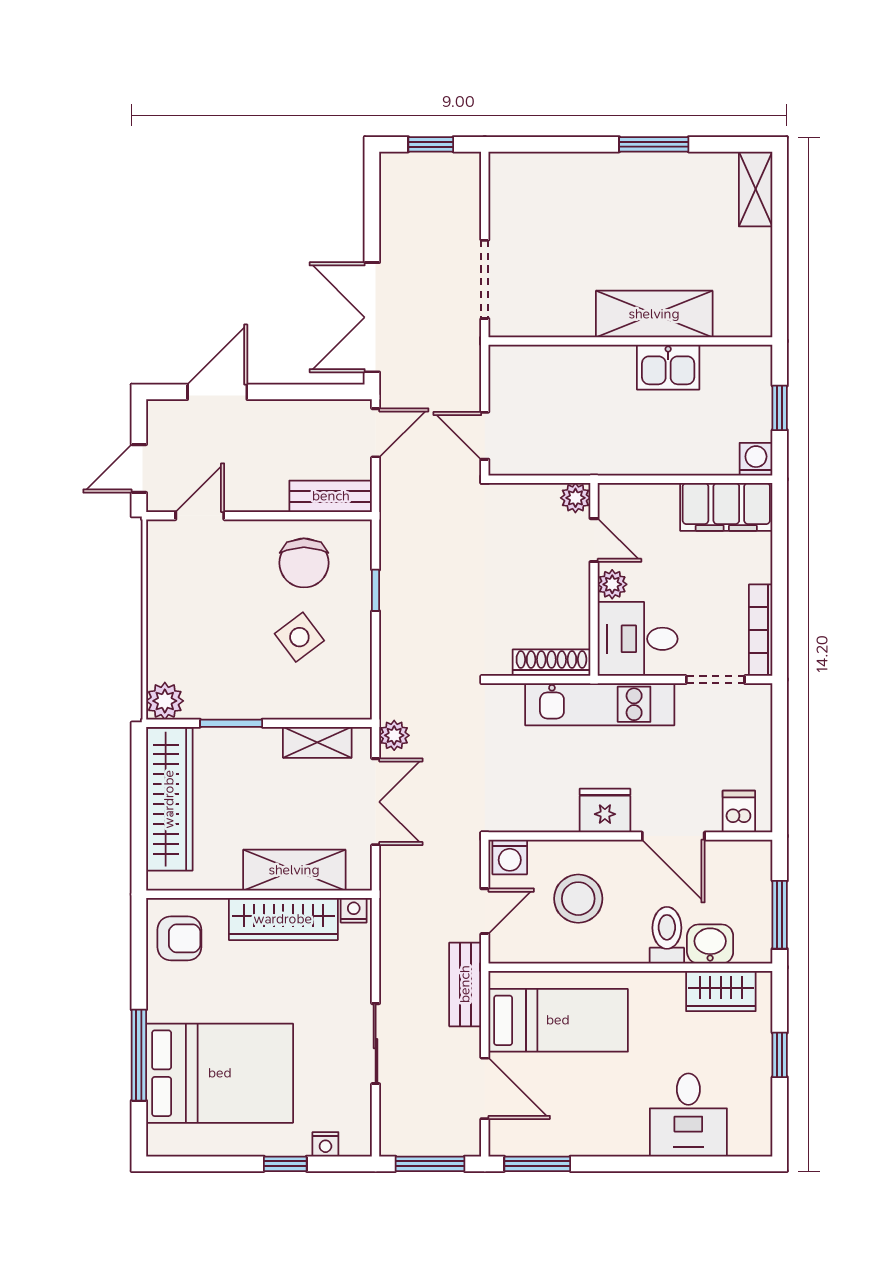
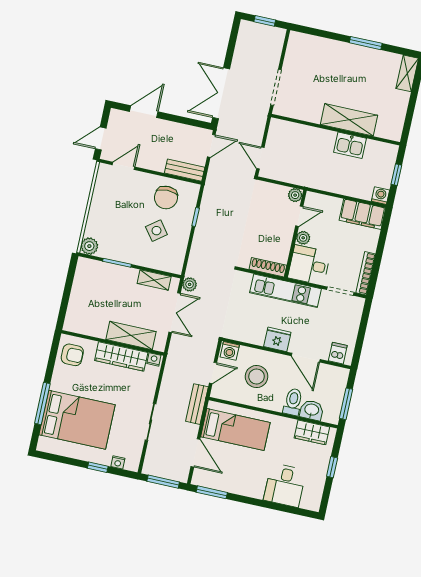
door: (594, 540) -> (299, 216), hinge flipped
wardrobe: (169, 799) -> (82, 291), removed

